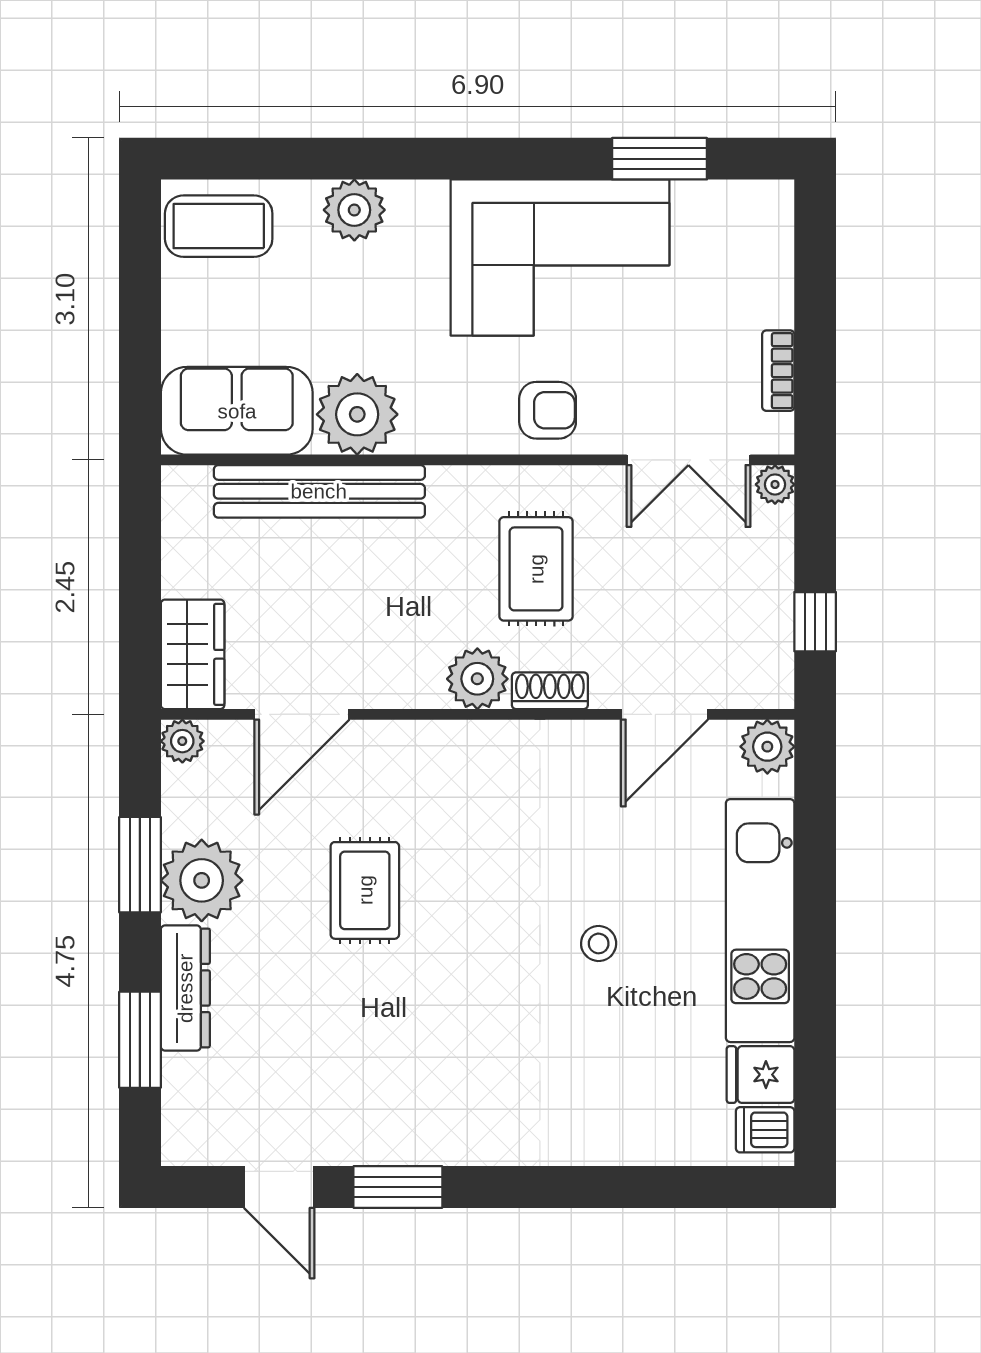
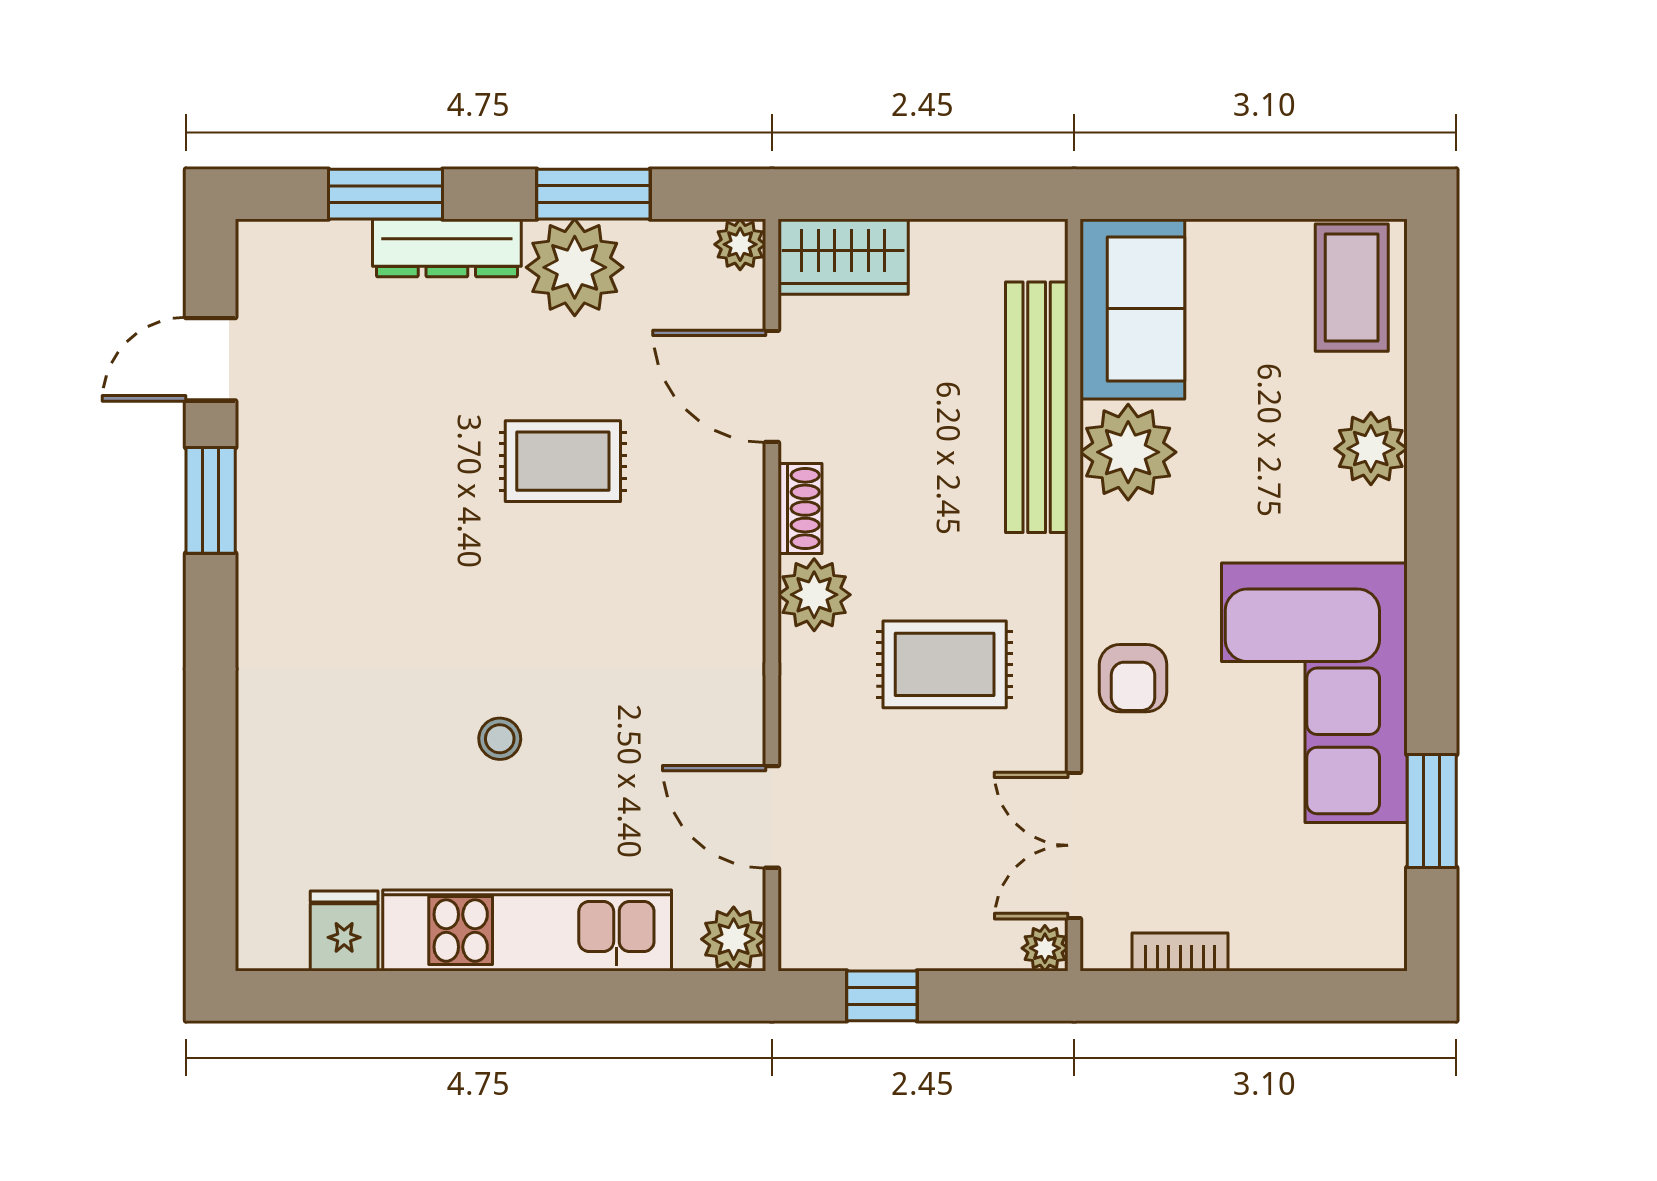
shoe rack: (550, 691) -> (800, 509), moved
dishwasher: (765, 1130) -> (279, 936), removed

